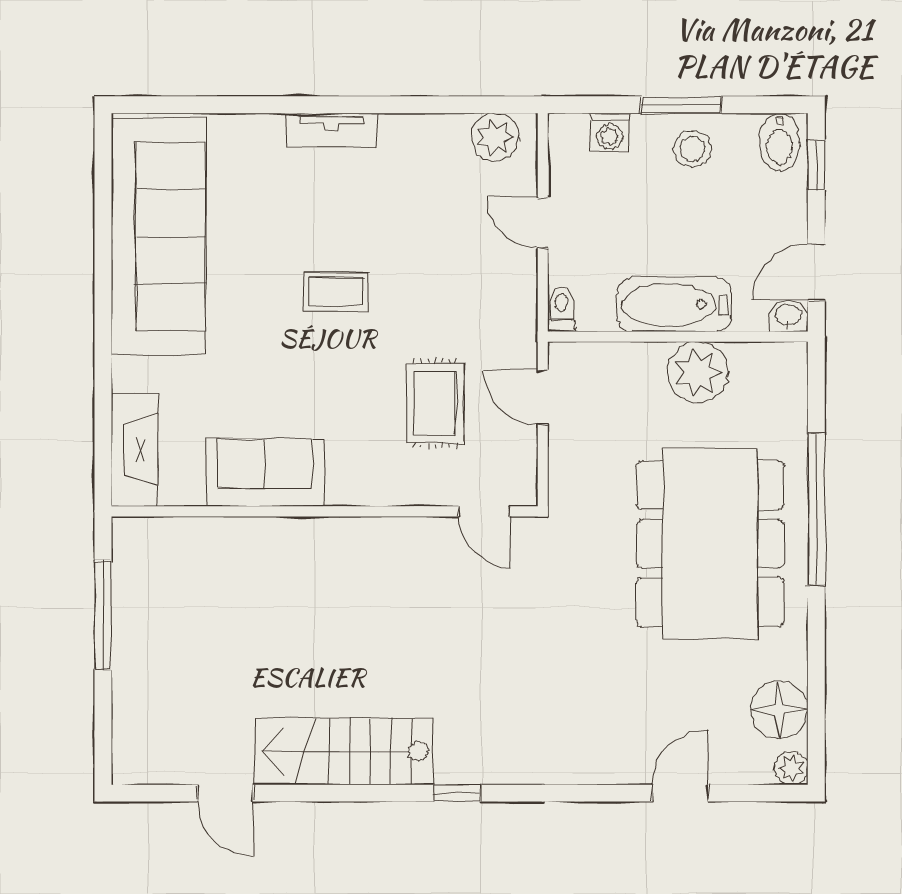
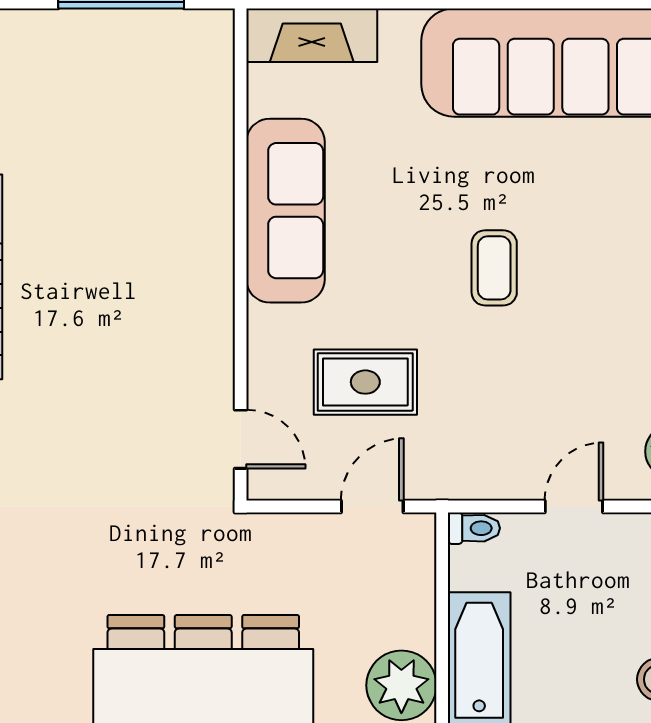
sofa: (265, 472) -> (285, 211), width x1.36
door: (484, 511) -> (241, 439), swing flipped

